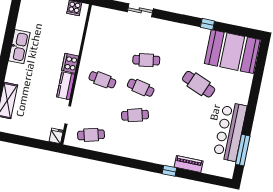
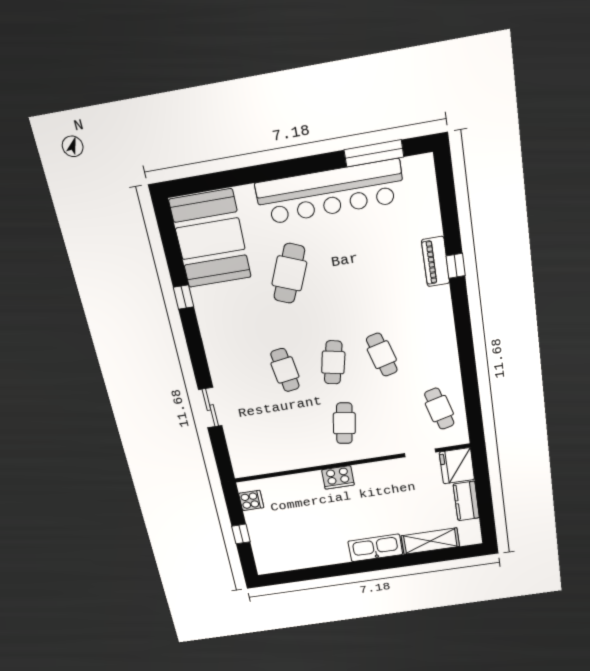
kitchen sink: (19, 47) -> (375, 548), moved
kitchen counter: (66, 86) -> (466, 501), moved, turned 90
bar counter: (230, 131) -> (330, 192), width x1.36
fridge: (56, 136) -> (457, 466), width x1.88, depth x1.34
piano: (189, 164) -> (436, 262), moved

